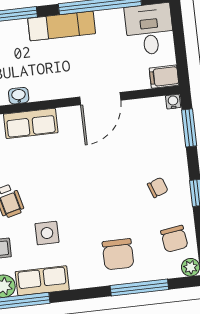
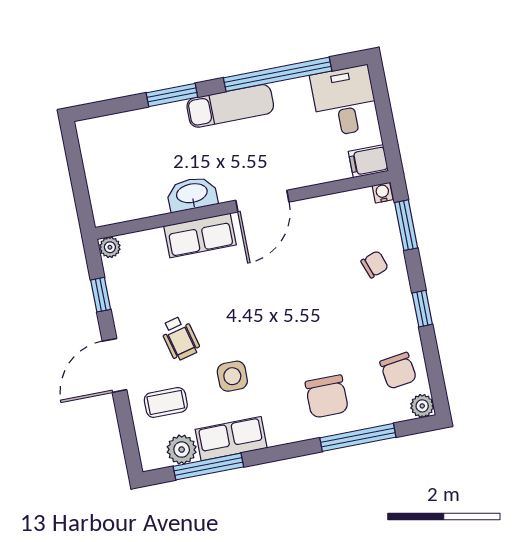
washbasin: (19, 96) -> (192, 194), width x1.91, depth x1.45
door: (100, 99) -> (262, 201), moved
chair: (158, 187) -> (375, 264), moved

